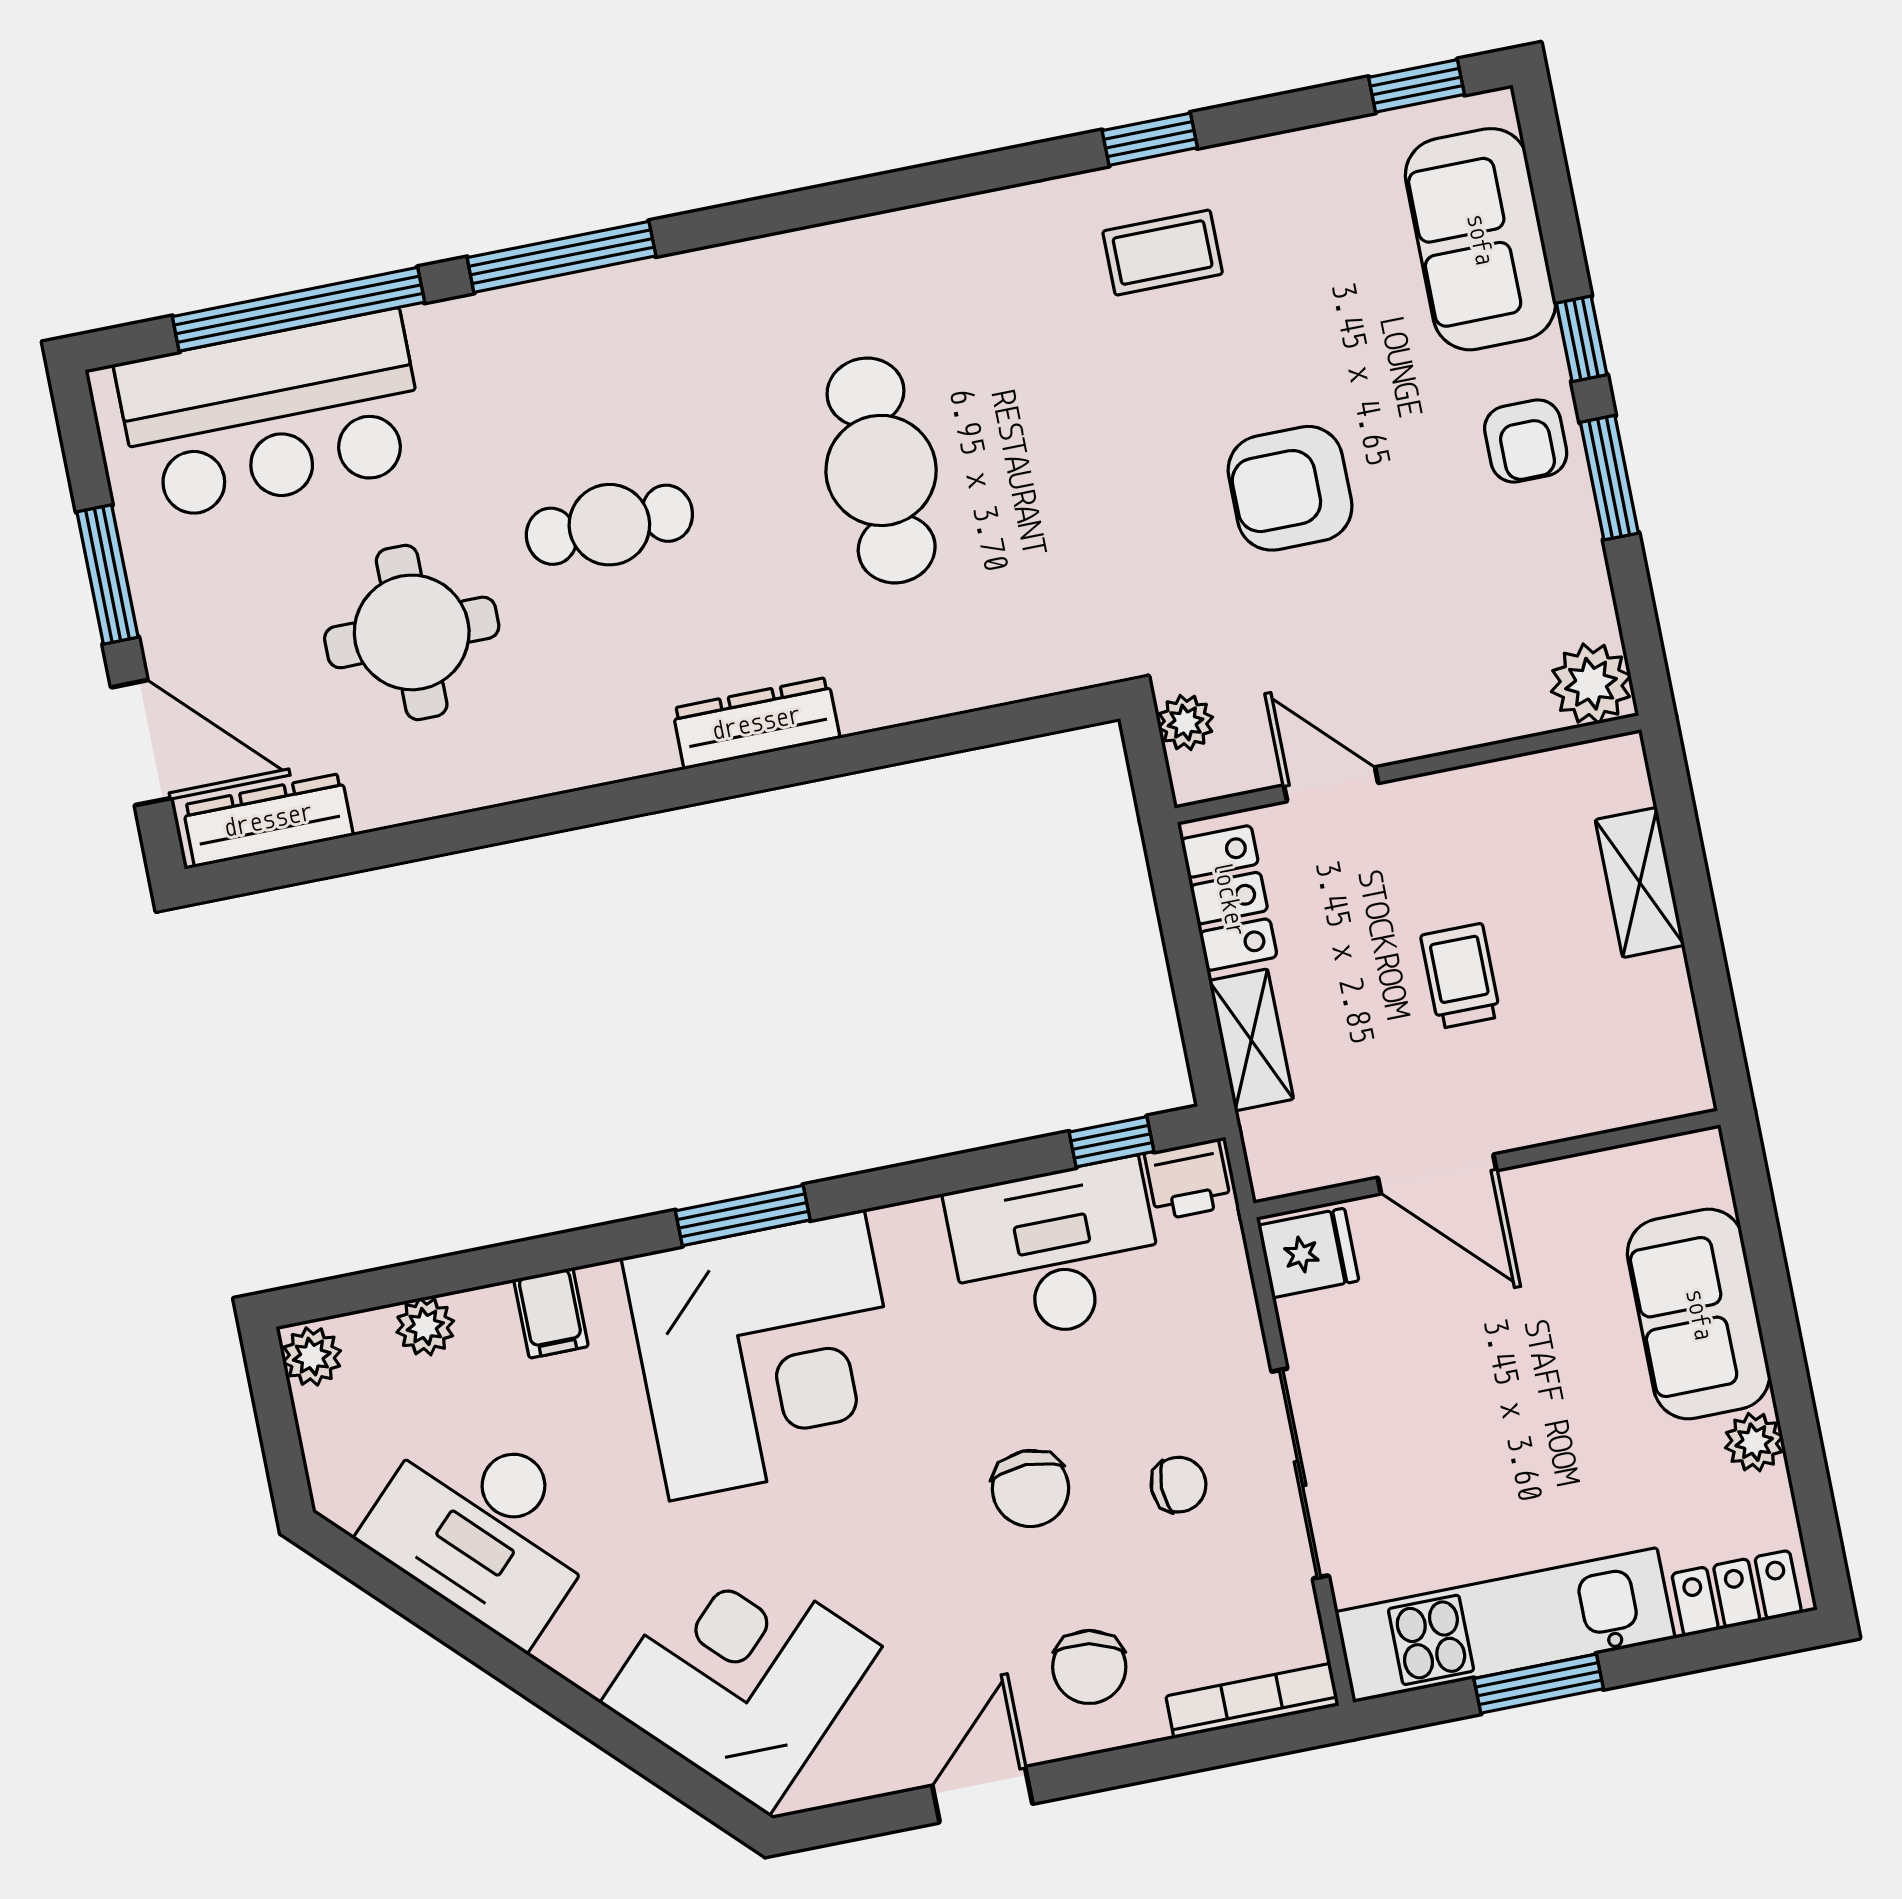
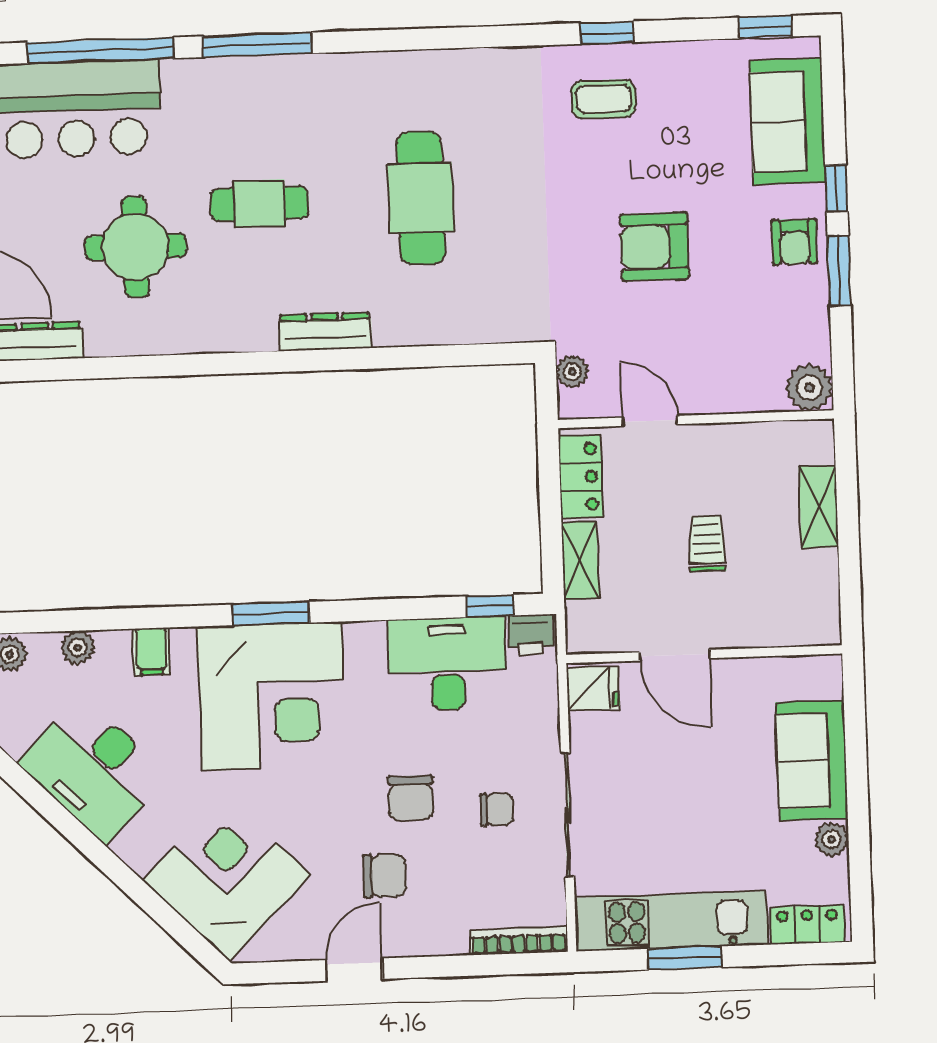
chair: (1089, 1667) -> (385, 876), moved, turned -101

